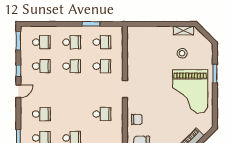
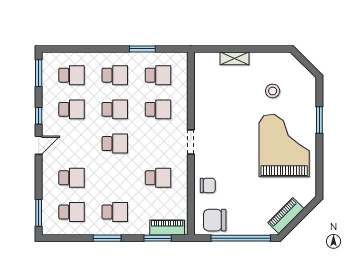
shelving: (183, 30) -> (235, 58), moved
school desk: (72, 90) -> (115, 144), added
grand piano: (190, 91) -> (284, 145), turned 180

